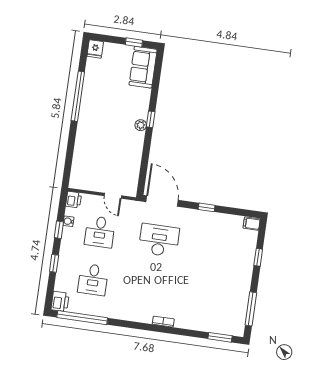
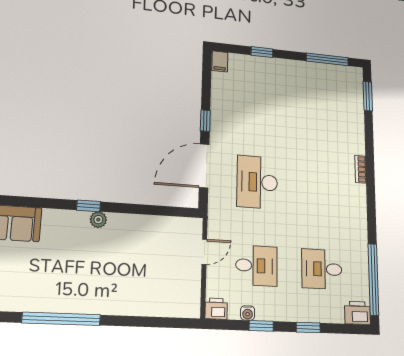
door: (162, 201) -> (204, 166), moved
desk: (93, 280) -> (322, 269), turned 180

